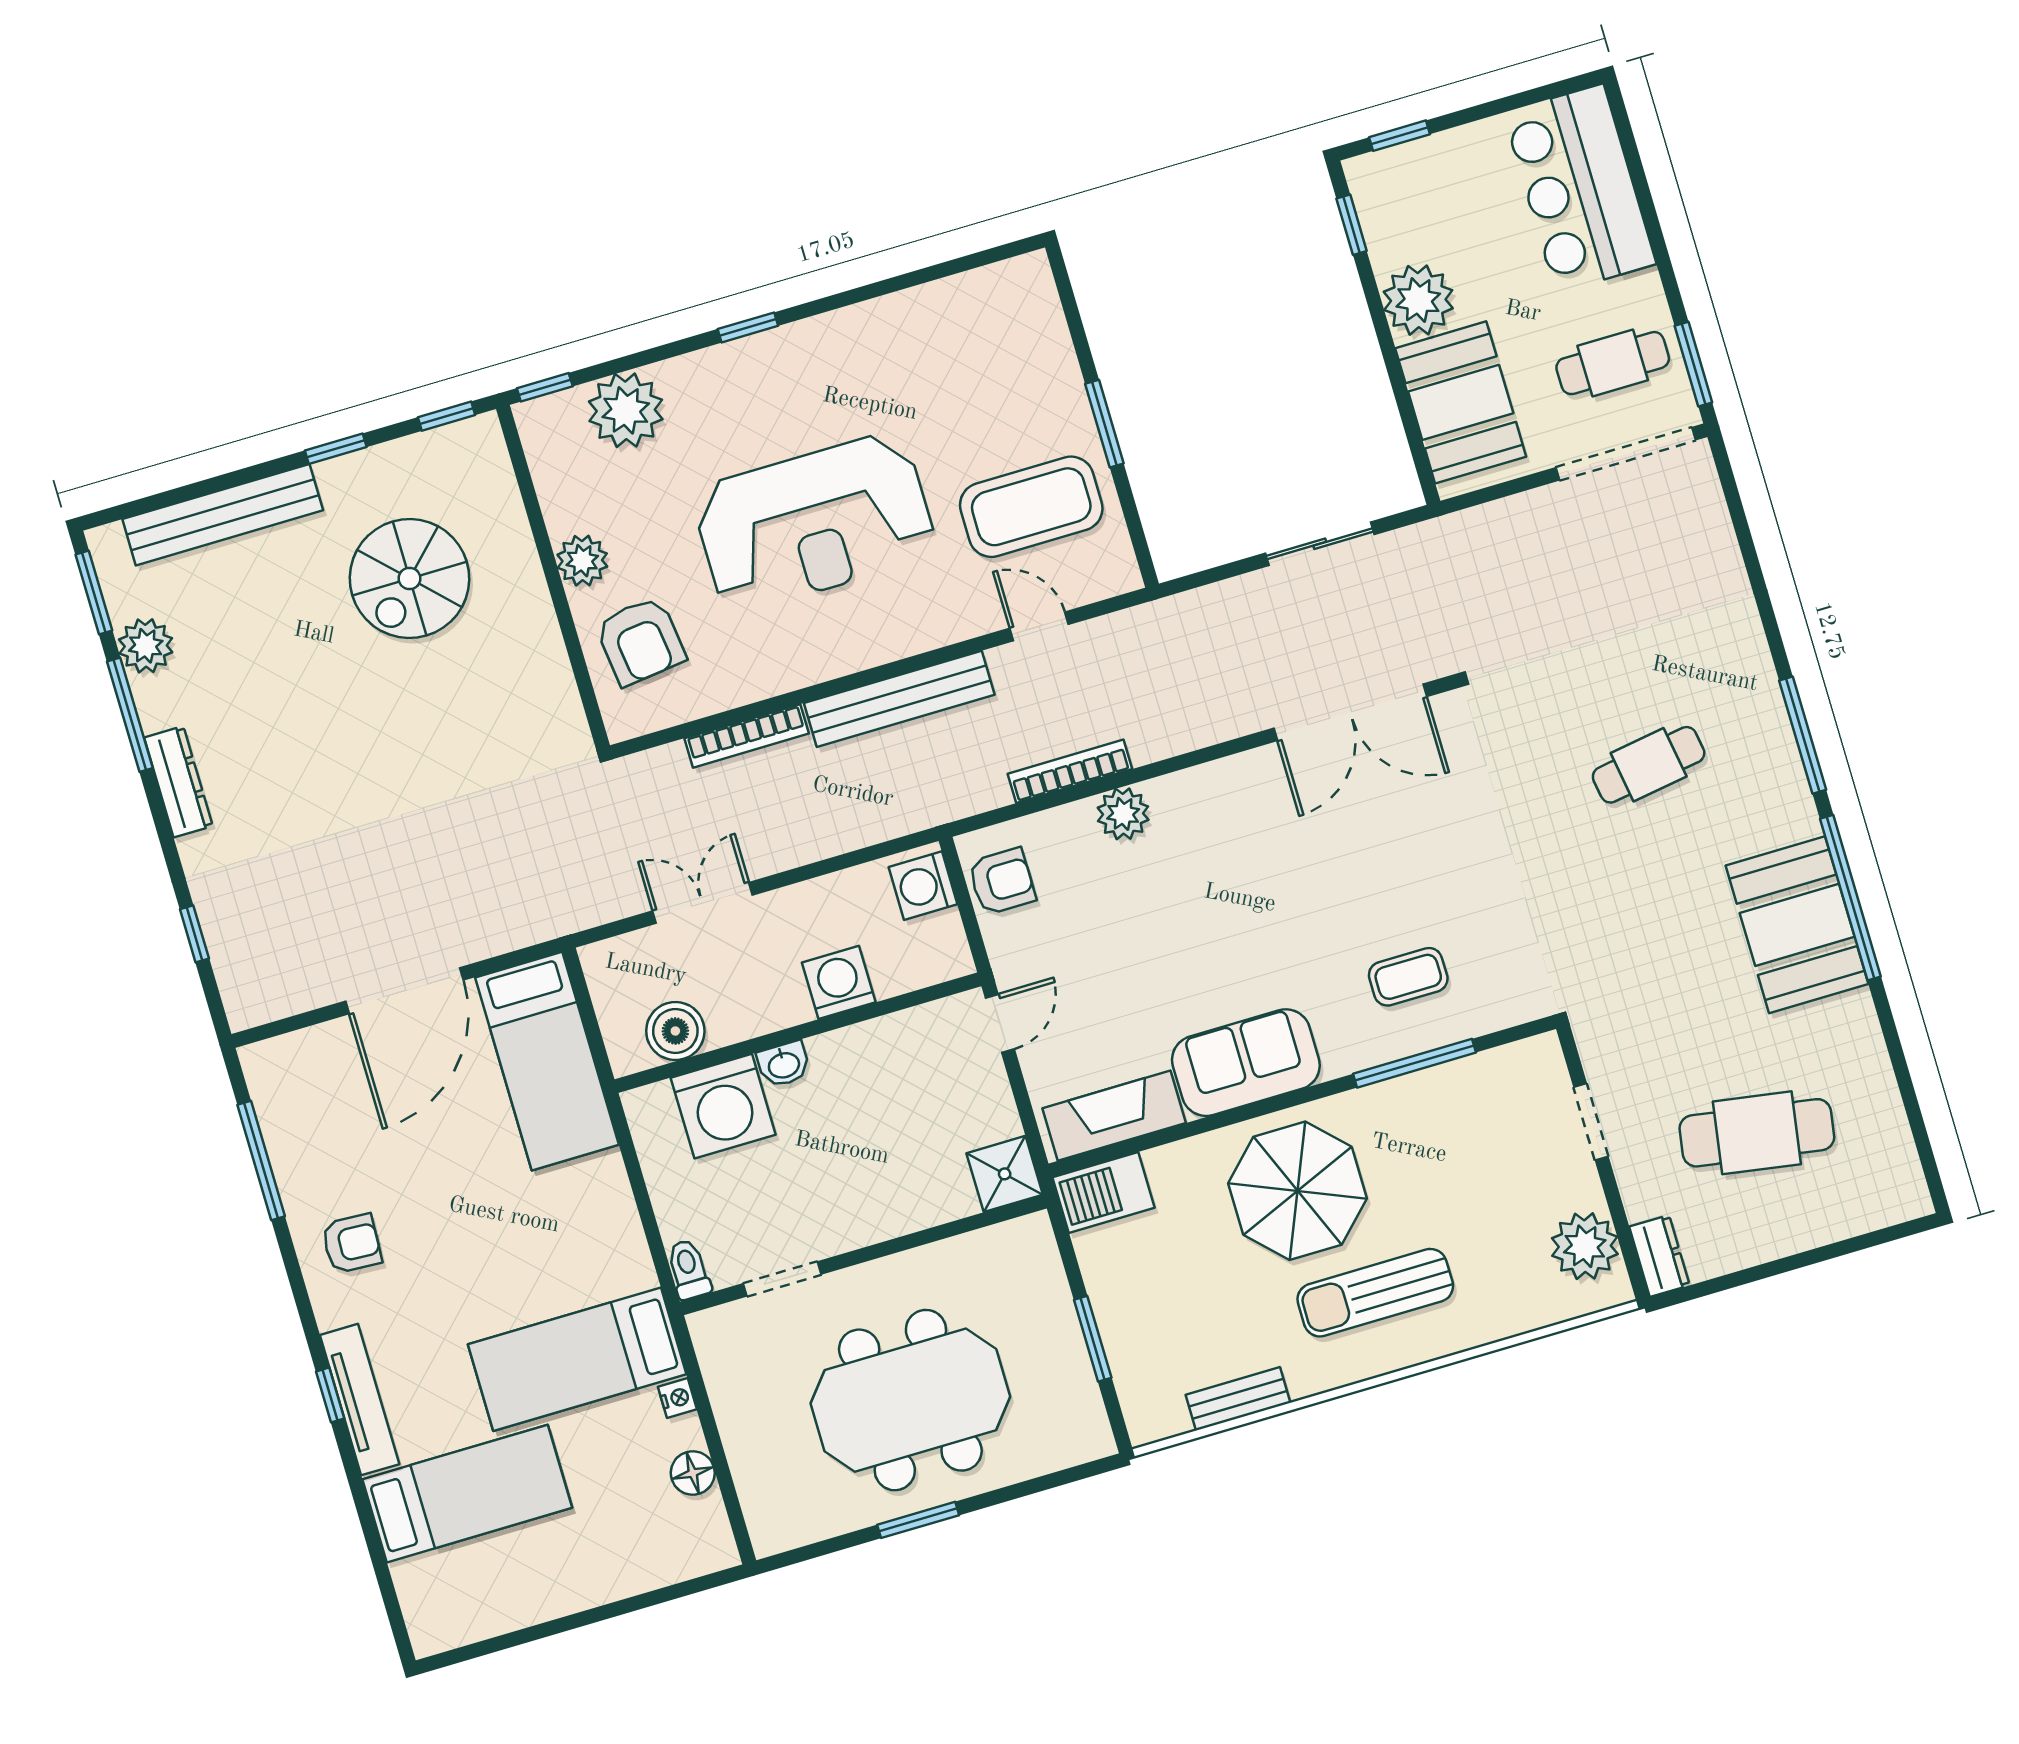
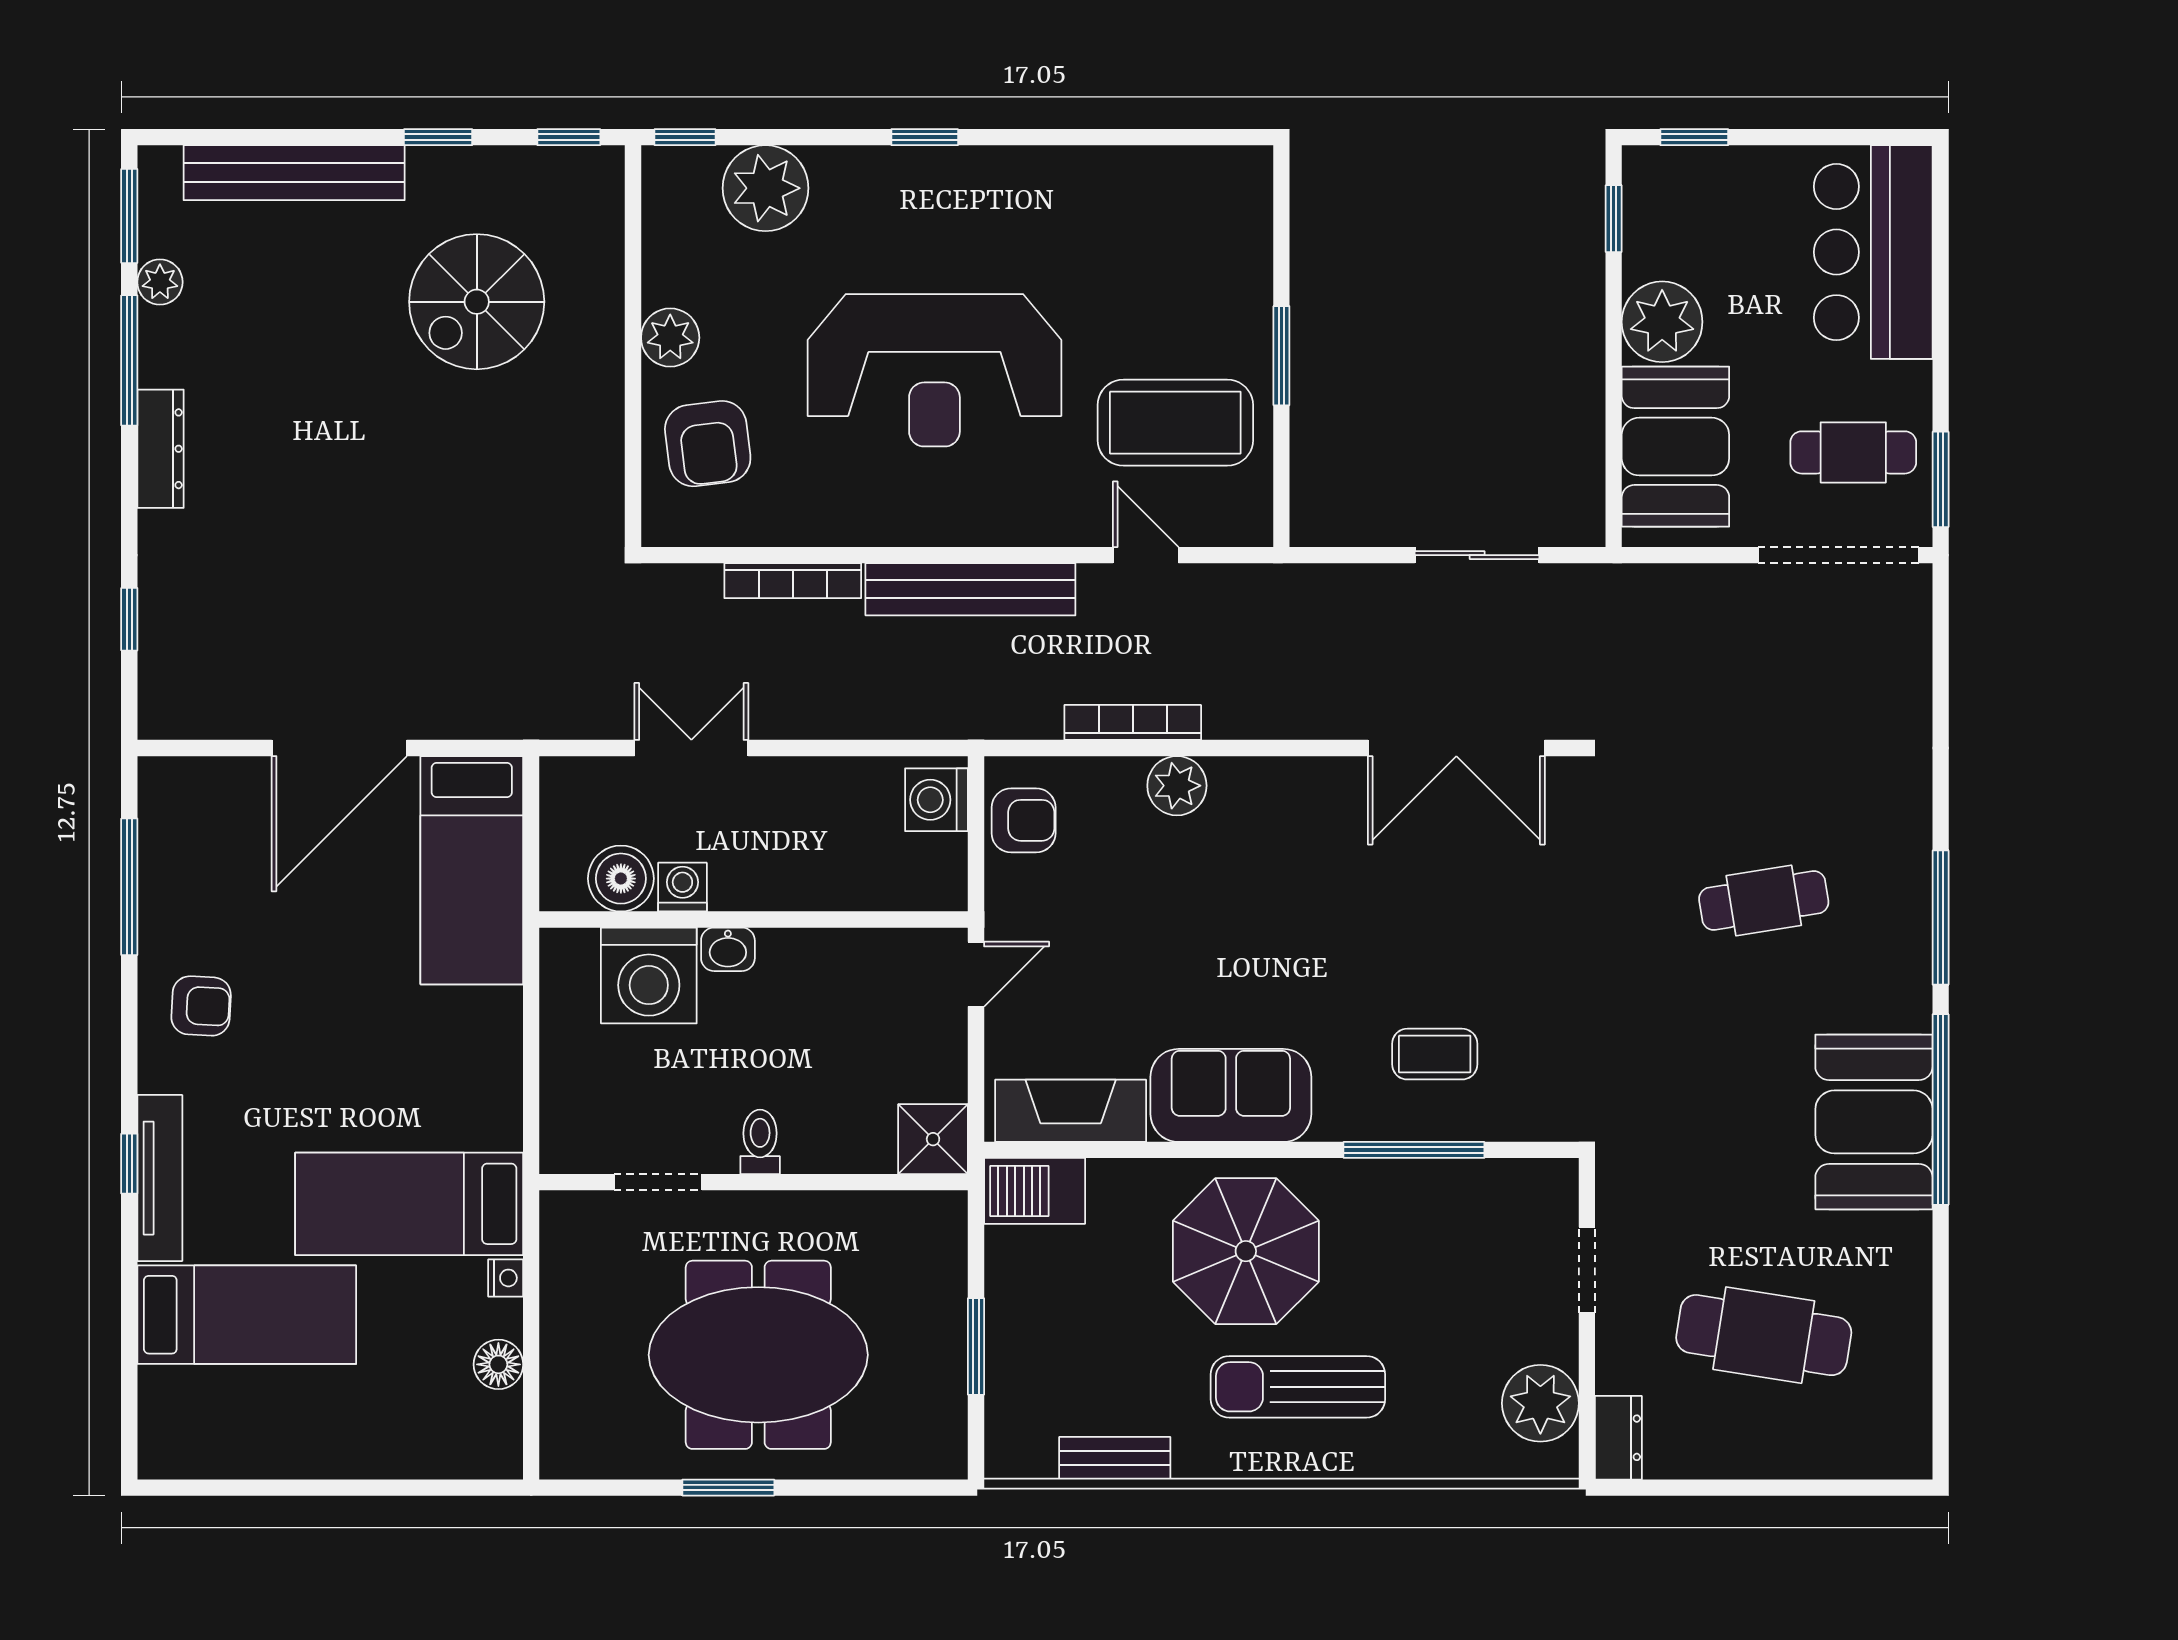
plant: (146, 646) -> (160, 282), width x0.73, depth x0.73
washing machine: (839, 982) -> (682, 887), moved, width x0.73, depth x0.73
toilet: (689, 1269) -> (760, 1142), moved

